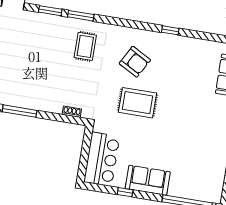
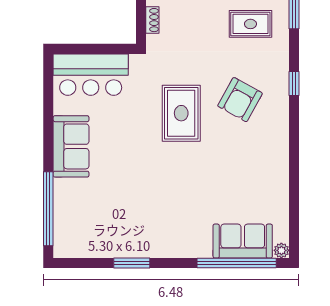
window: (170, 30) -> (294, 83), moved
window: (125, 192) -> (48, 116), removed

